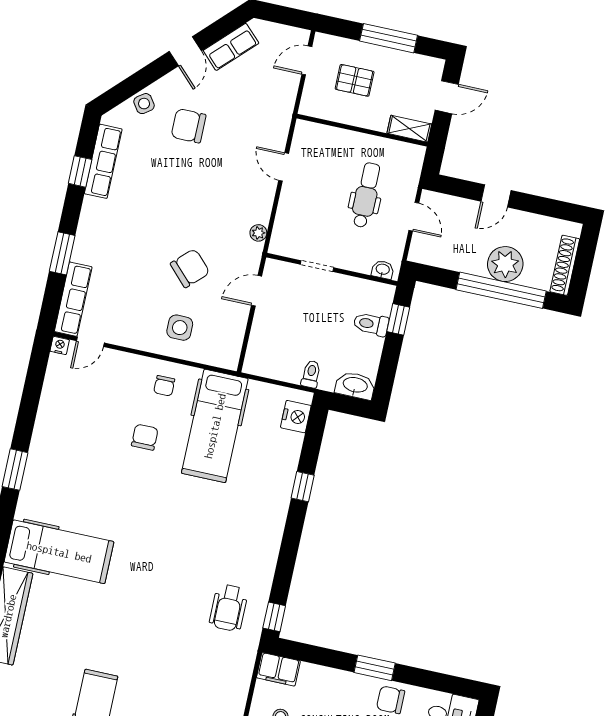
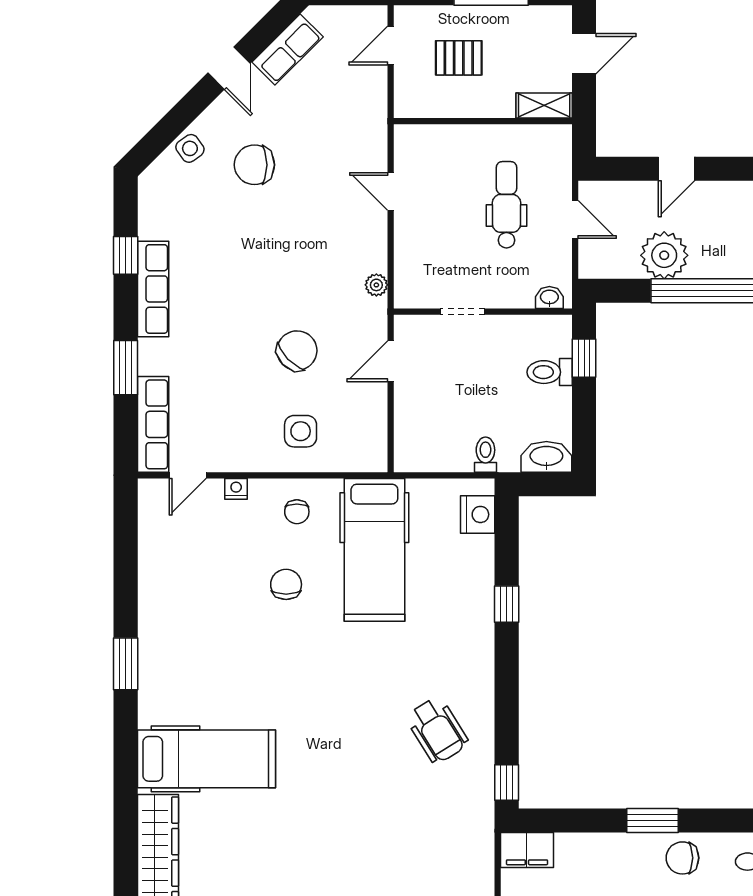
row of seats: (103, 161) -> (153, 289), moved
plant: (505, 264) -> (664, 255), moved
nightstand: (60, 345) -> (236, 489), moved
wheelchair: (229, 608) -> (437, 730), moved, turned -32

